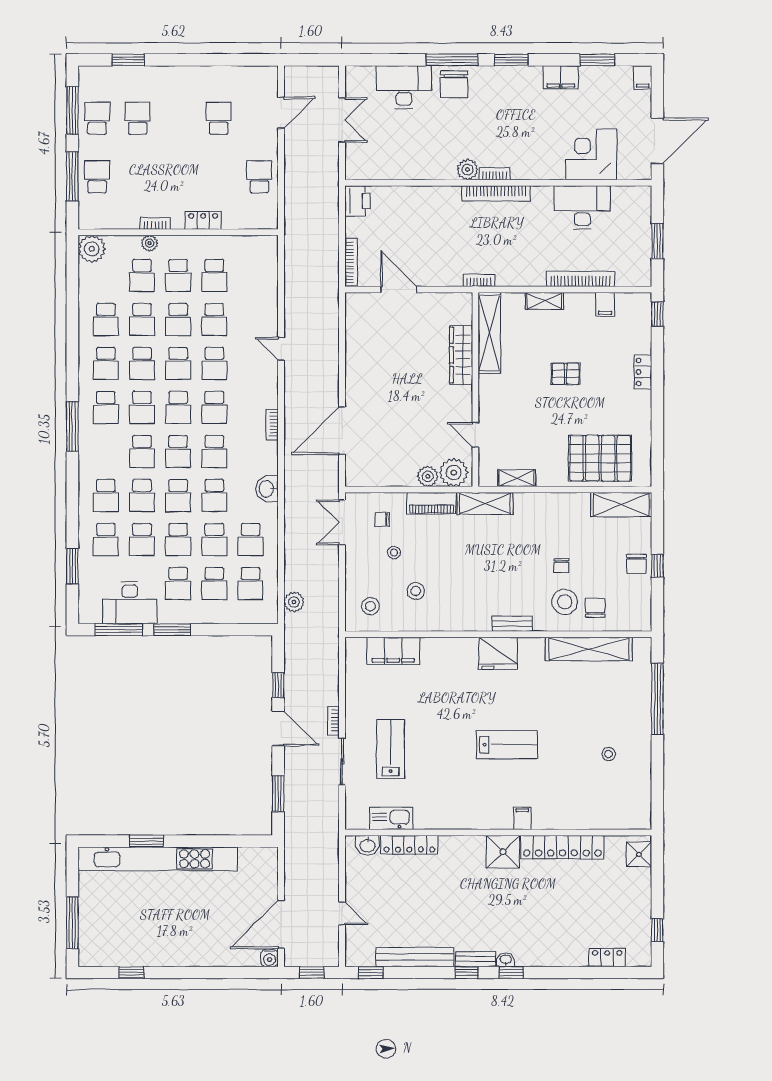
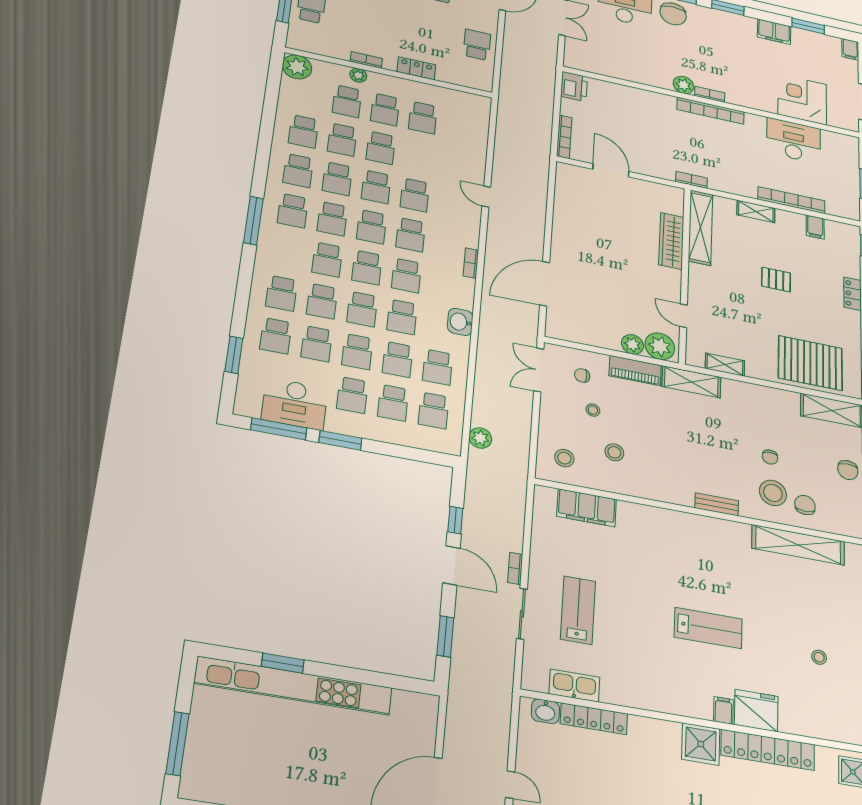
school desk: (214, 320) -> (419, 156), removed
fridge: (498, 653) -> (756, 711), moved, turned 180

